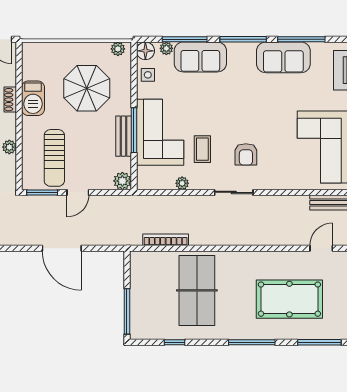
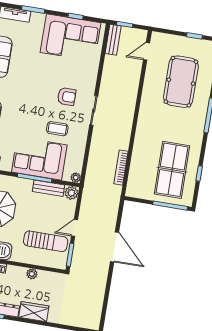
bench: (124, 136) -> (49, 188), moved
plant: (182, 183) -> (76, 178), moved
door: (78, 192) -> (75, 228), swing flipped
door: (62, 248) -> (114, 247), hinge flipped
door: (321, 248) -> (147, 51), hinge flipped
table tennis table: (197, 290) -> (172, 170), moved, turned 90

